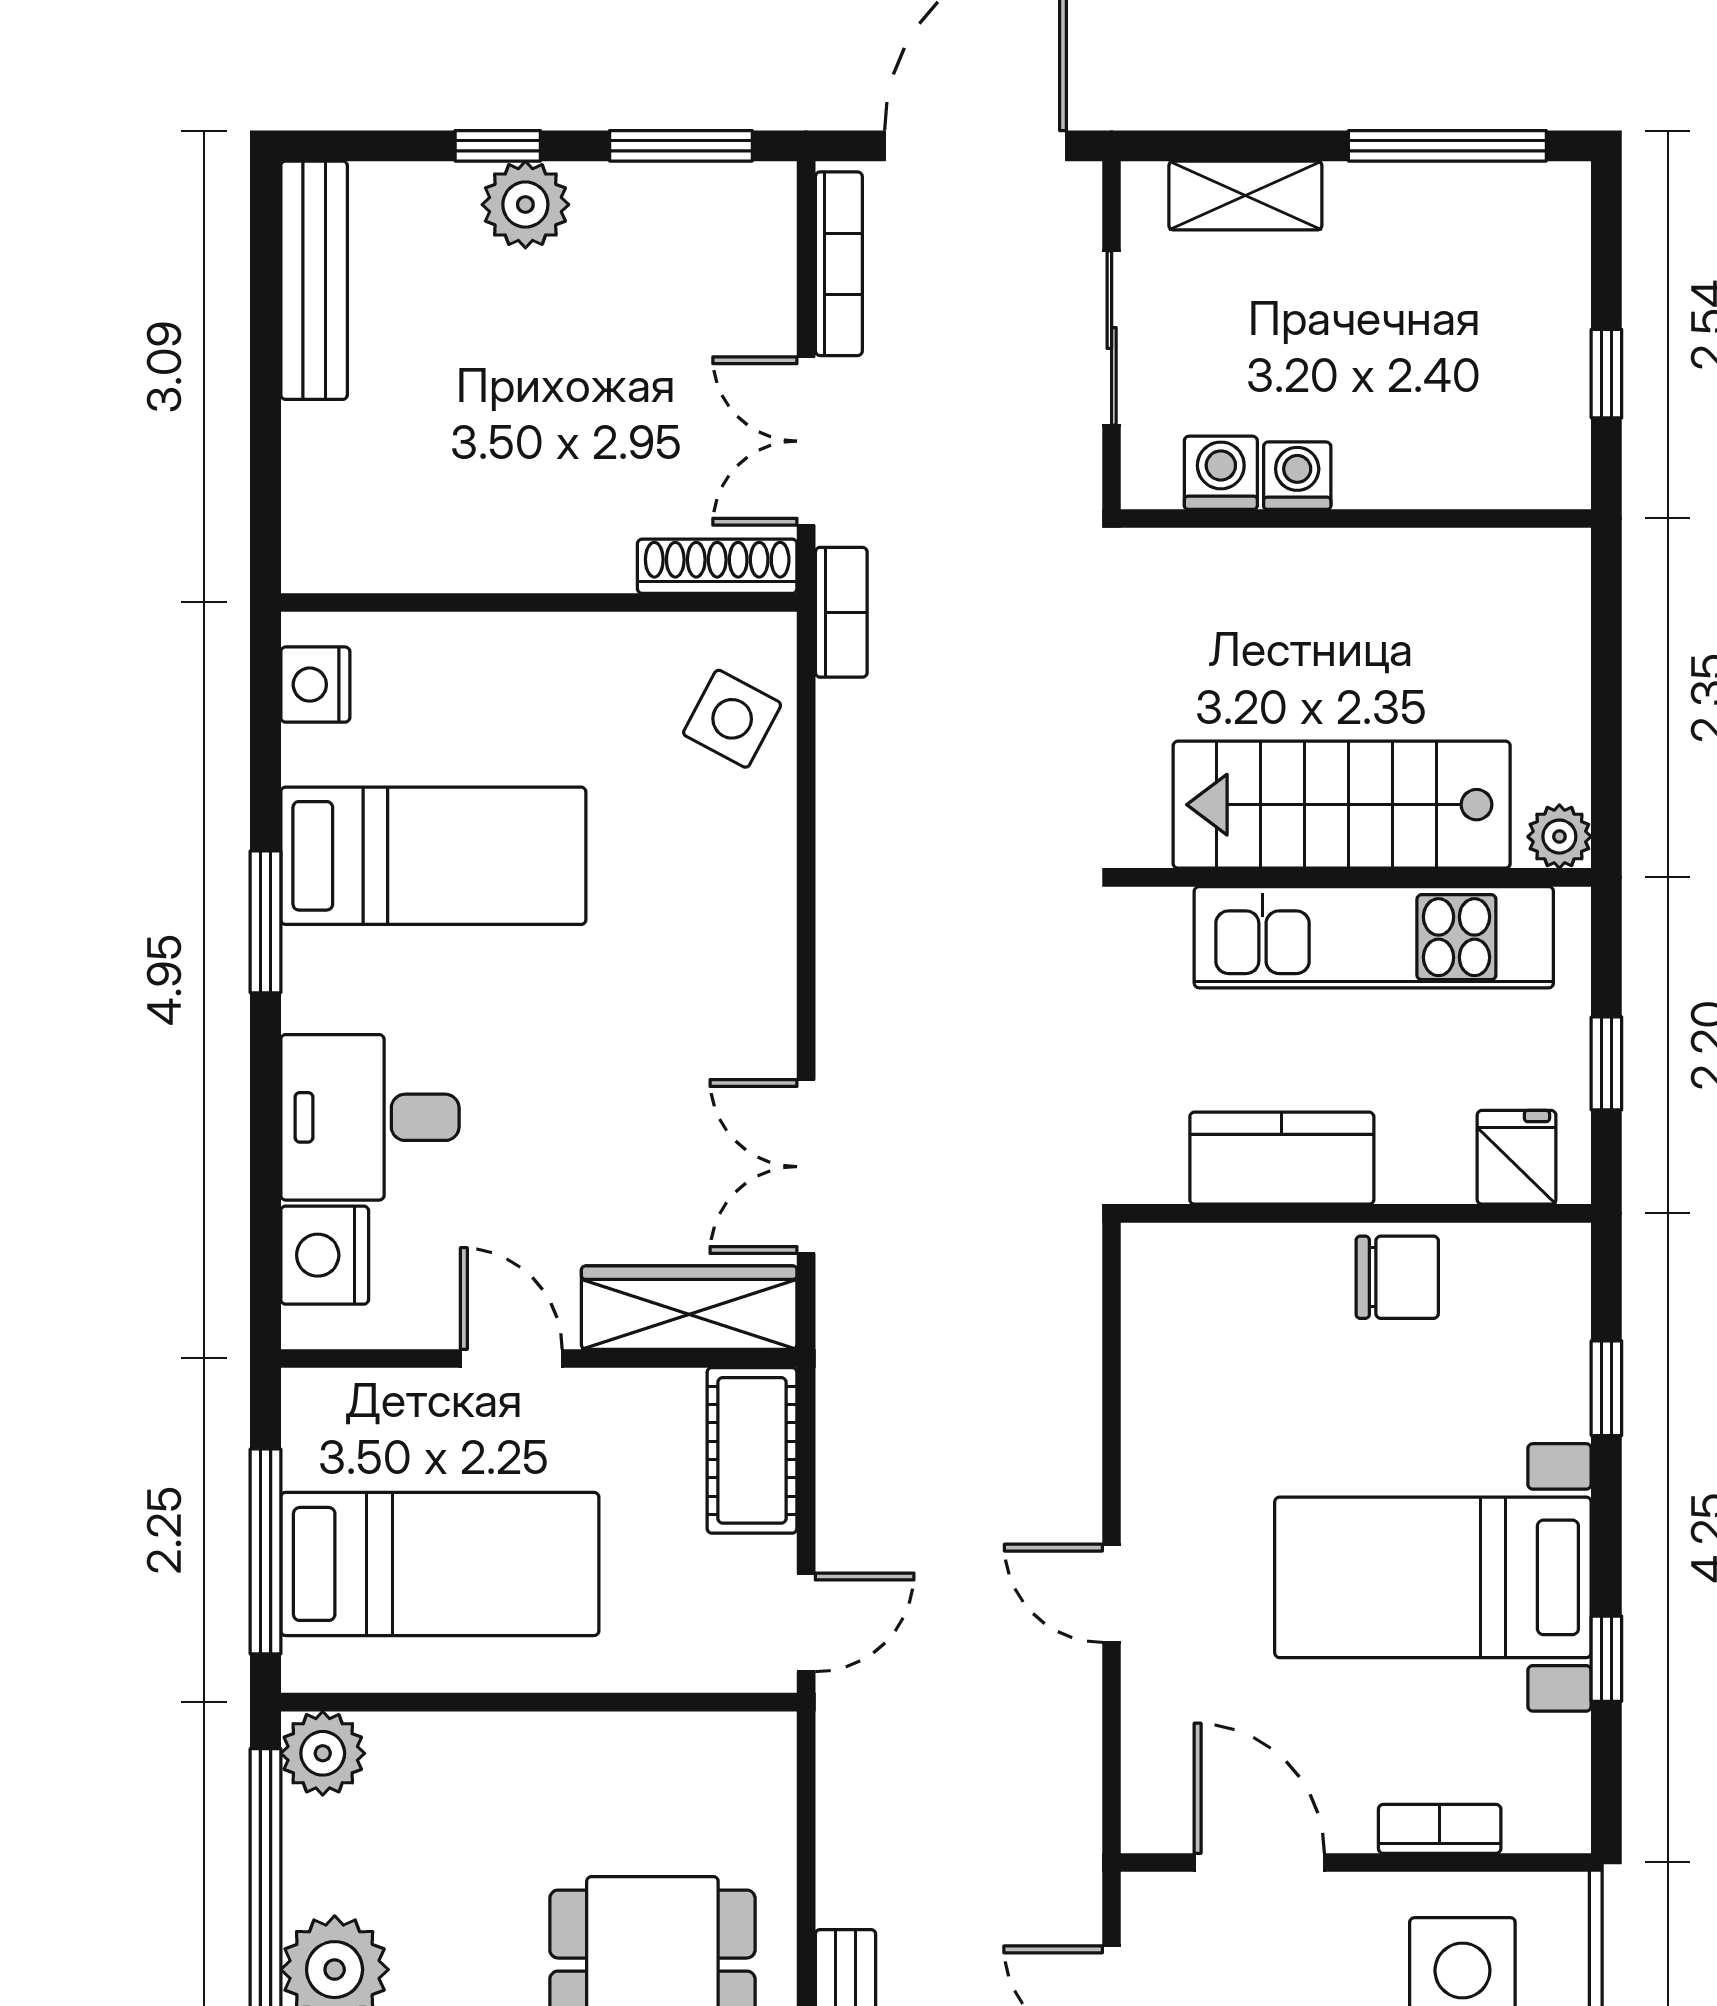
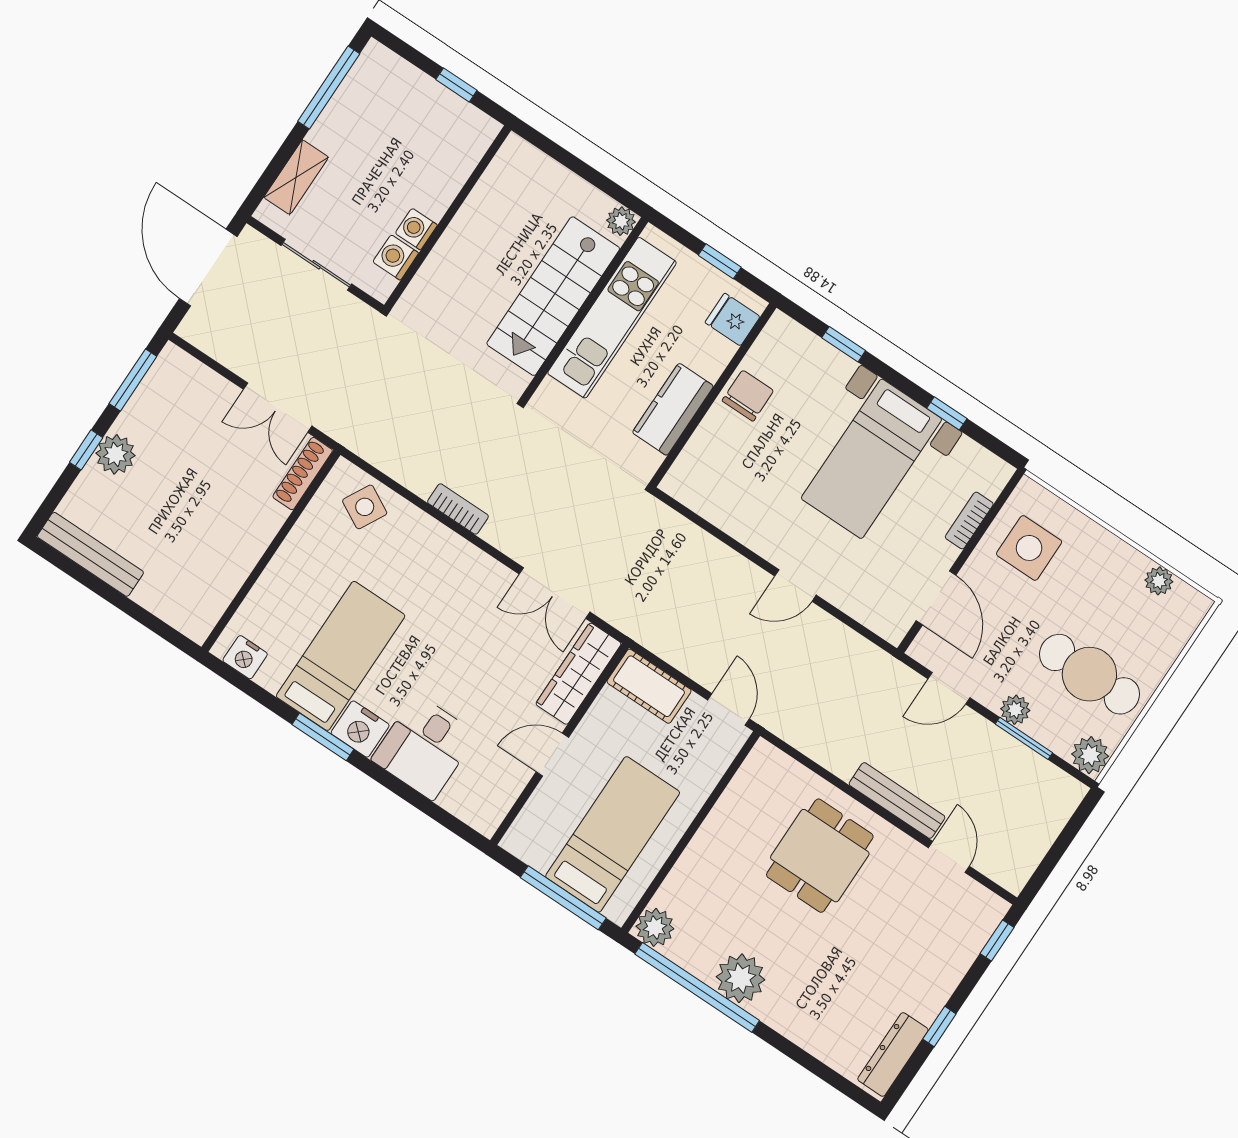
bookcase: (839, 264) -> (218, 350), removed
bookcase: (841, 612) -> (458, 509), moved
nightstand: (325, 1255) -> (360, 729), moved
door: (1259, 1862) -> (936, 598), swing flipped

